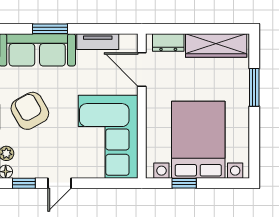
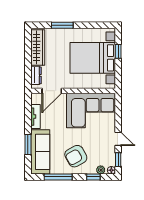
window: (184, 183) -> (118, 51), moved

